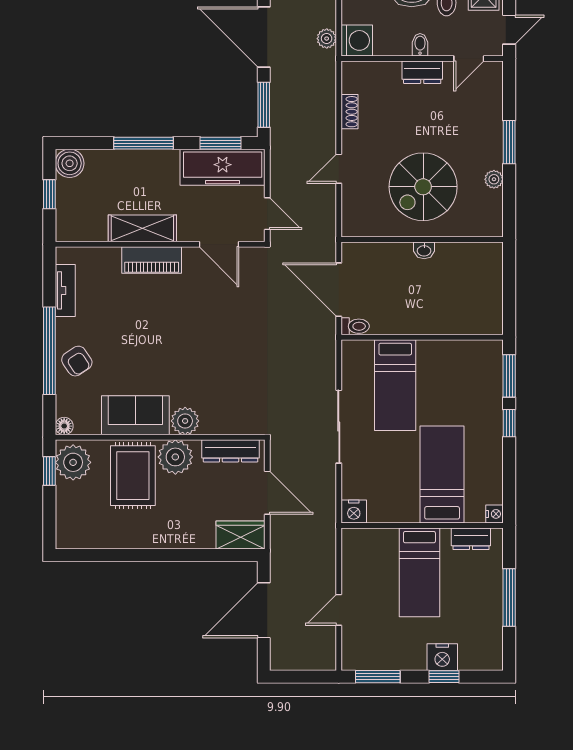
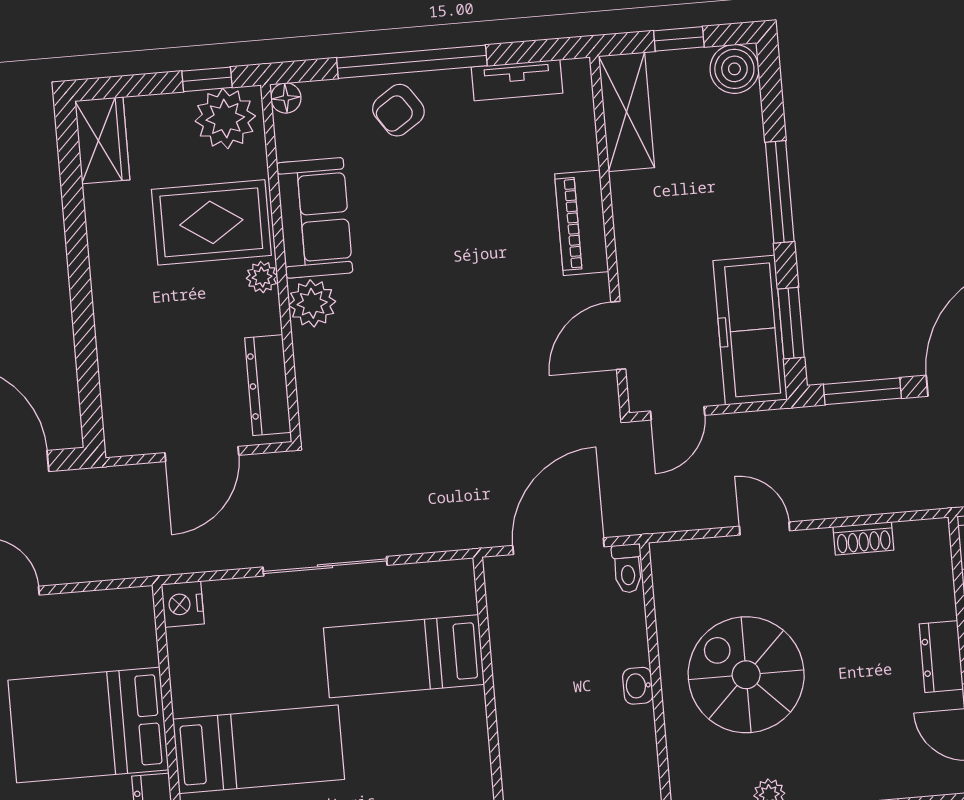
shelving: (142, 228) -> (626, 112), moved
toilet: (355, 326) -> (628, 568), moved
plant: (175, 457) -> (262, 277), width x0.53, depth x0.53
wardrobe: (241, 535) -> (102, 140), moved
bed: (419, 572) -> (88, 725), width x1.50

